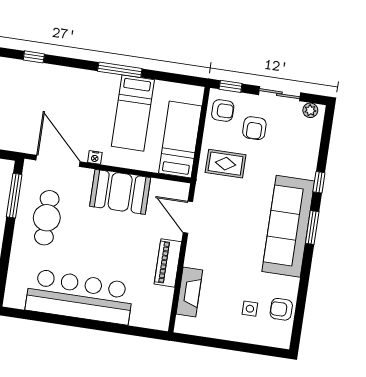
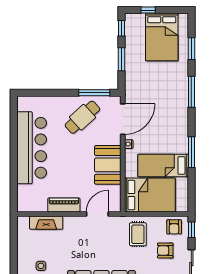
window: (34, 57) -> (191, 92), width x2.17
bed: (180, 139) -> (150, 195), width x1.50
cafe table: (47, 218) -> (82, 117), turned -42

